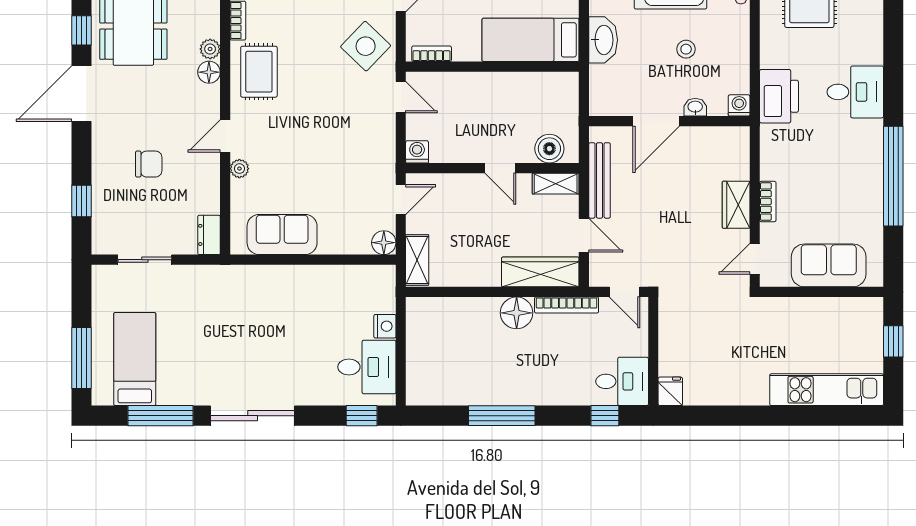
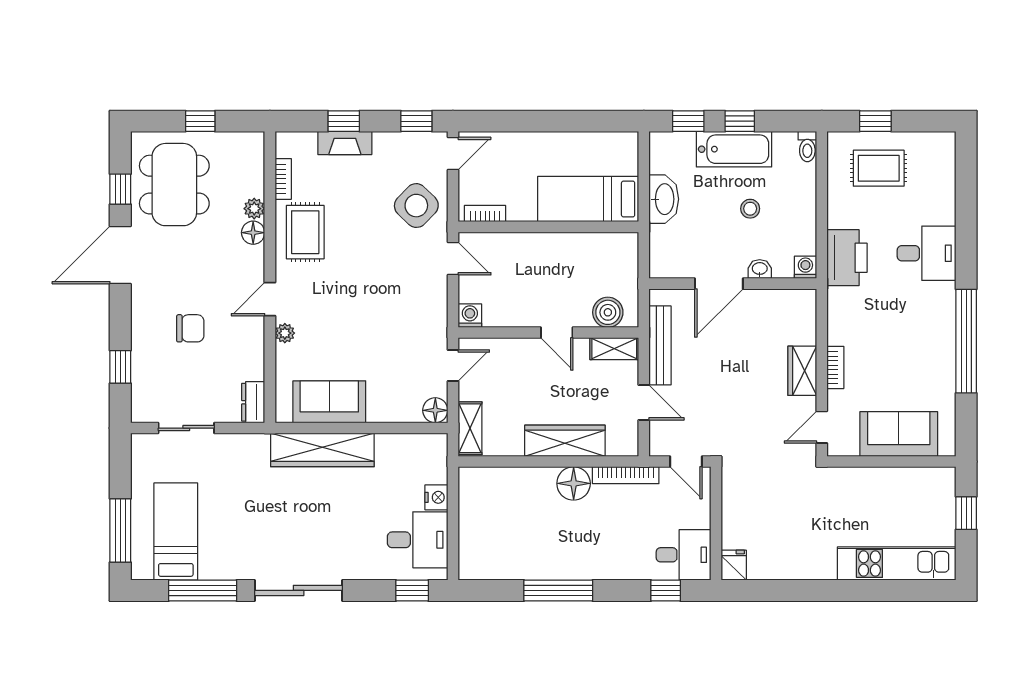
wardrobe: (540, 272) -> (565, 441), moved
wardrobe: (275, 281) -> (322, 450), added

